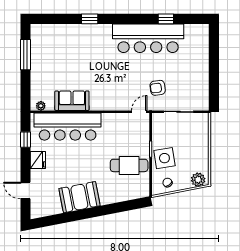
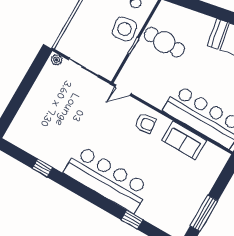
window: (90, 19) -> (132, 220), moved
bar counter: (148, 38) -> (107, 179), moved
armchair: (158, 88) -> (145, 123), moved
plant: (41, 106) -> (57, 60), moved

